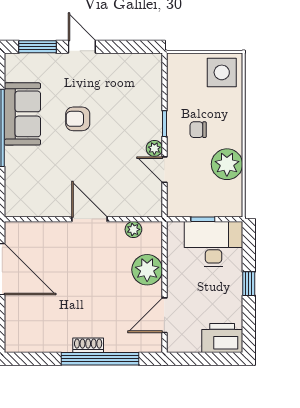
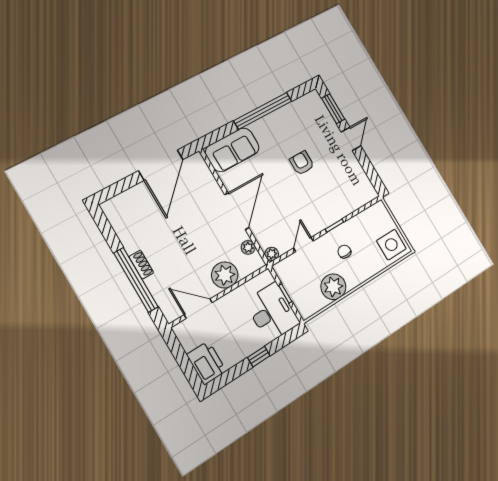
sofa: (22, 114) -> (232, 150), moved
plant: (154, 148) -> (272, 254), moved
door: (89, 219) -> (237, 211), width x1.36

